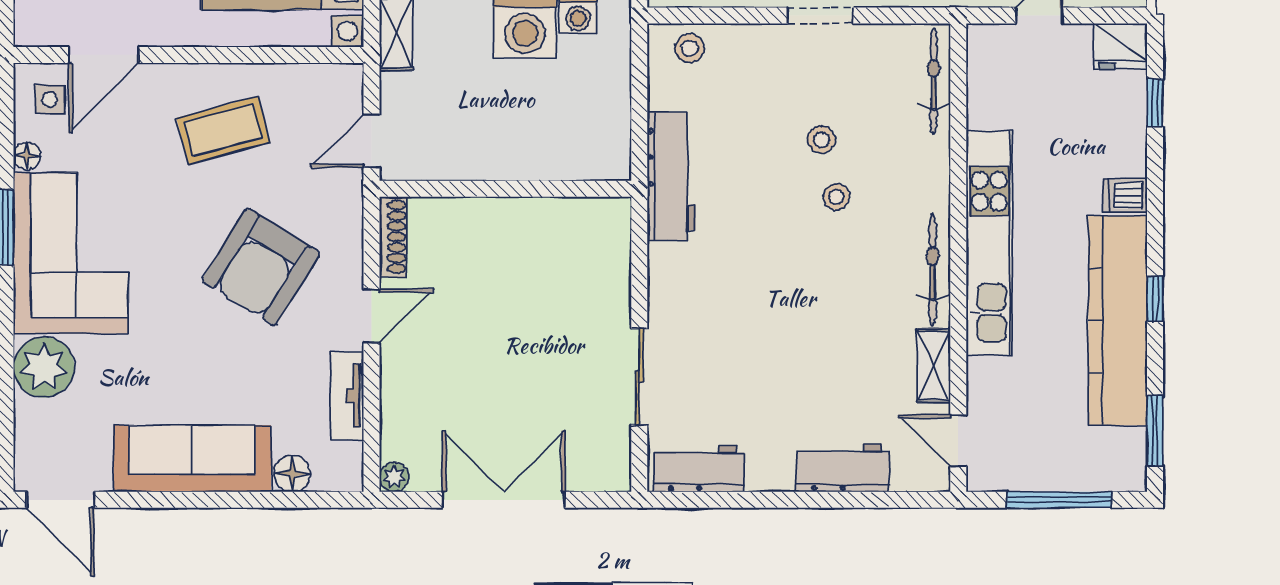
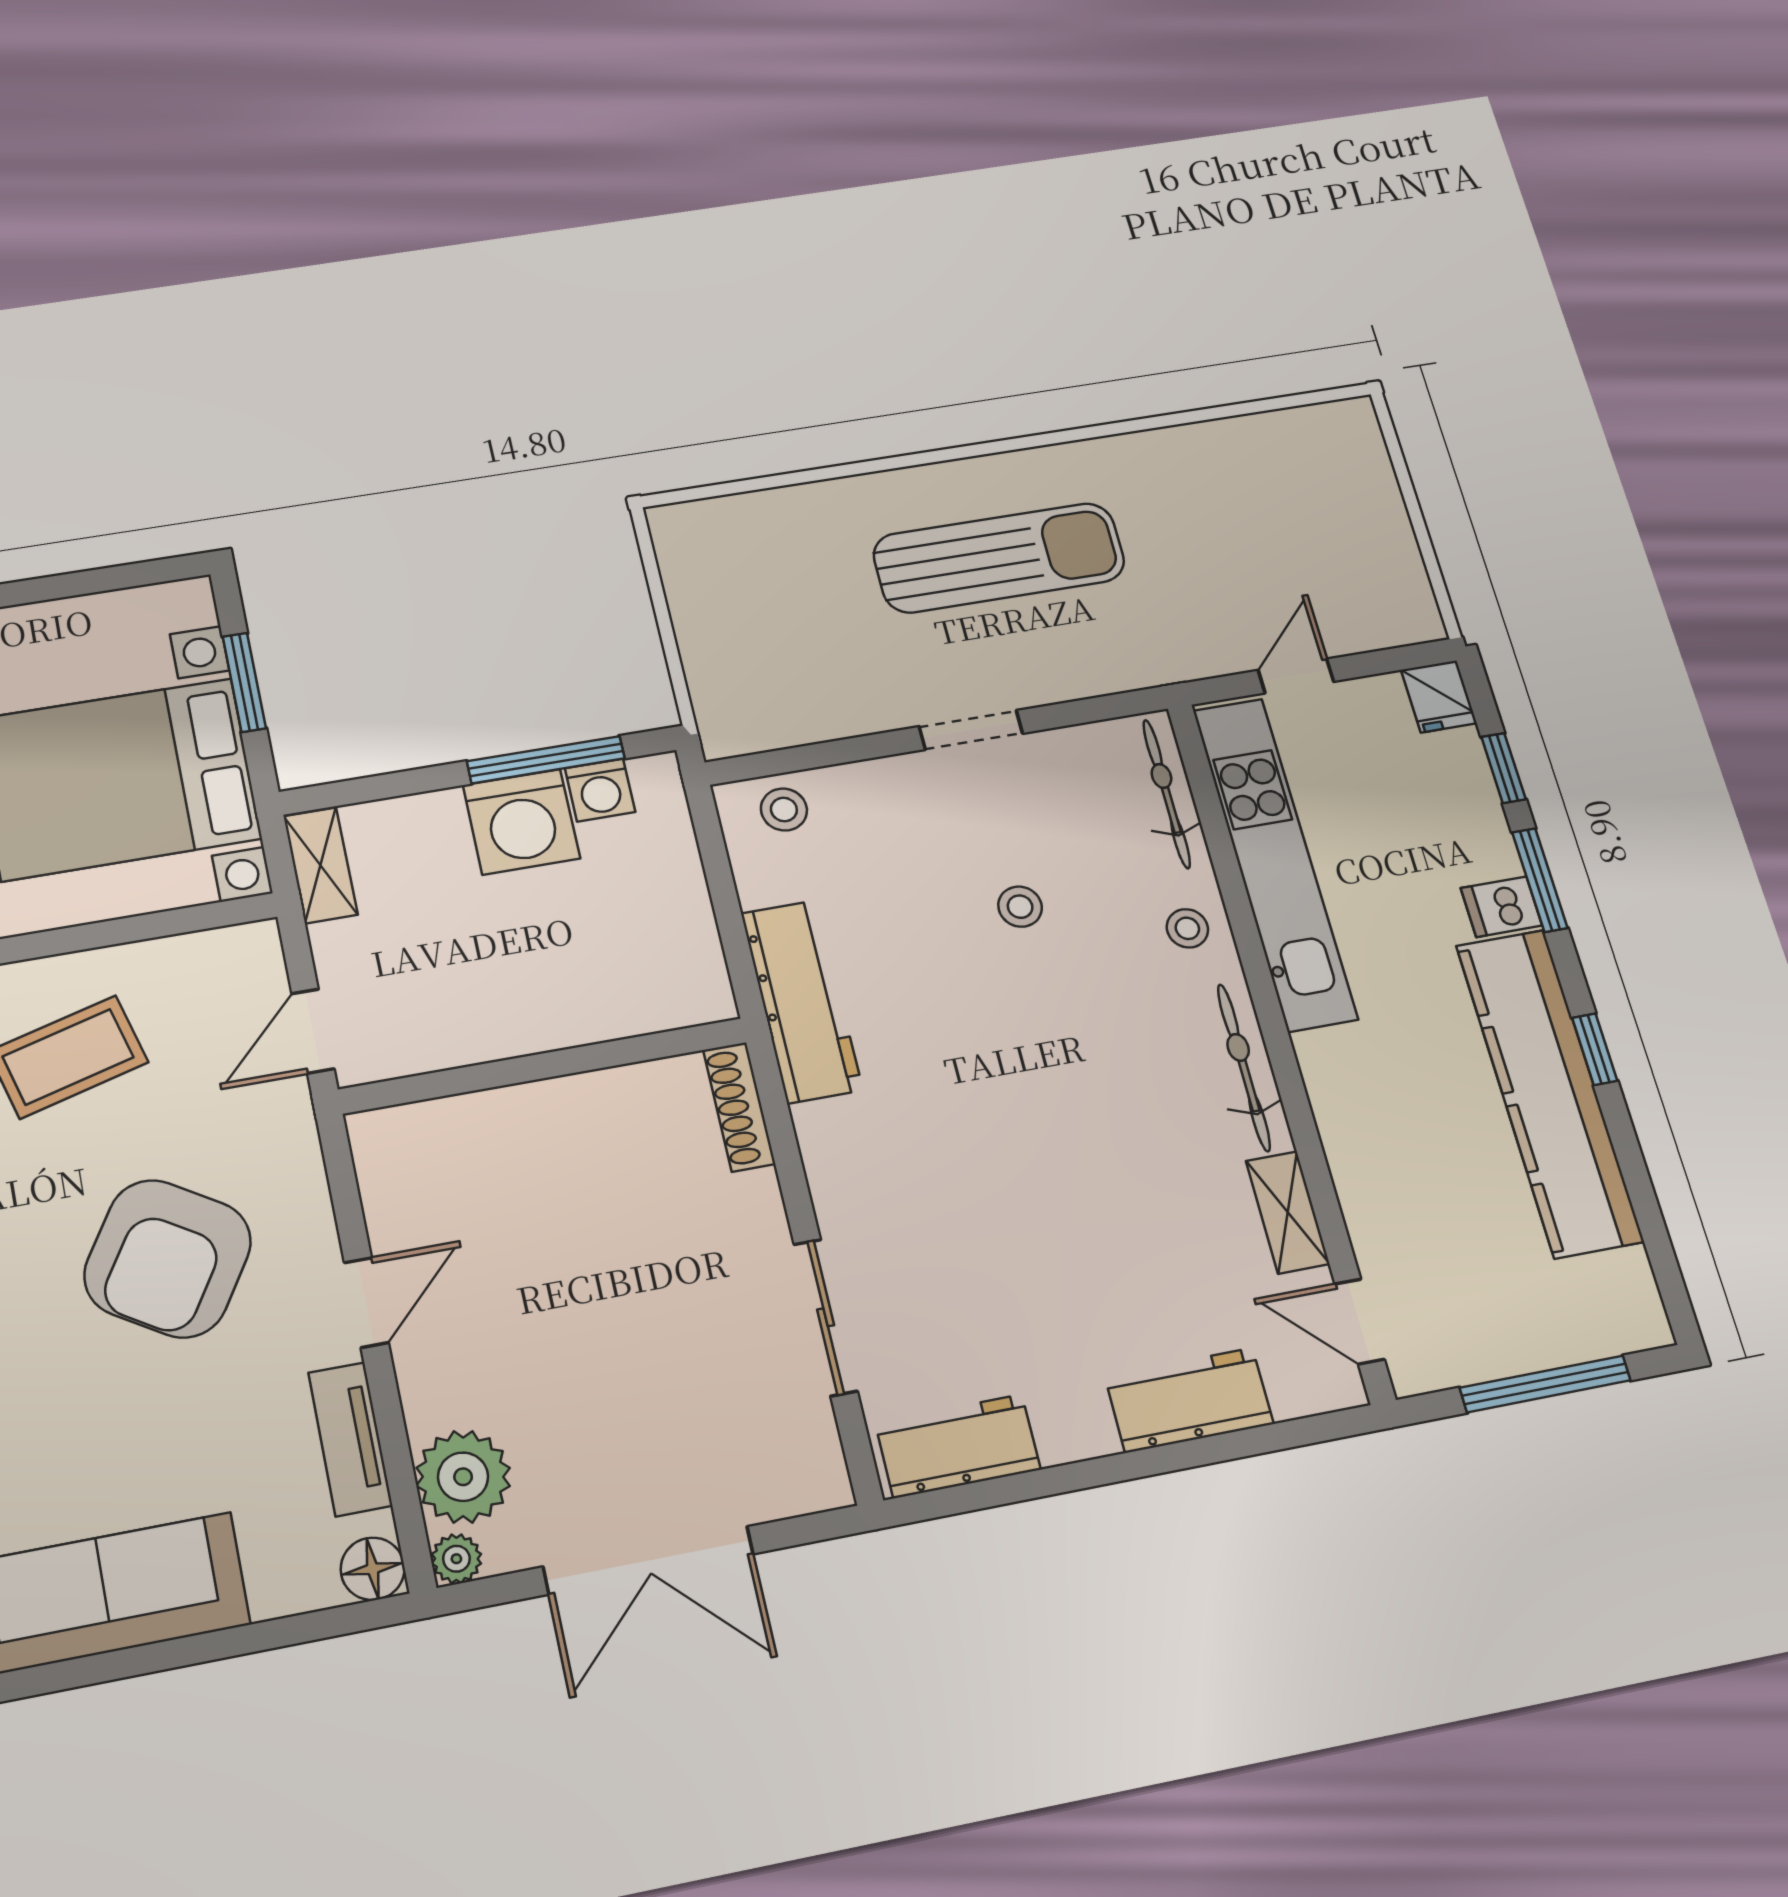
fridge: (1121, 46) -> (1439, 697), width x0.72
stool: (836, 197) -> (1187, 928), moved
shoe rack: (393, 237) -> (739, 1107), moved, turned 180
kitchen unit: (989, 243) -> (1274, 863), moved
plant: (407, 430) -> (463, 1477), added
window: (1155, 431) -> (1540, 880), moved
floor lamp: (292, 474) -> (373, 1569), moved
double door: (504, 500) -> (648, 1560), swing flipped

